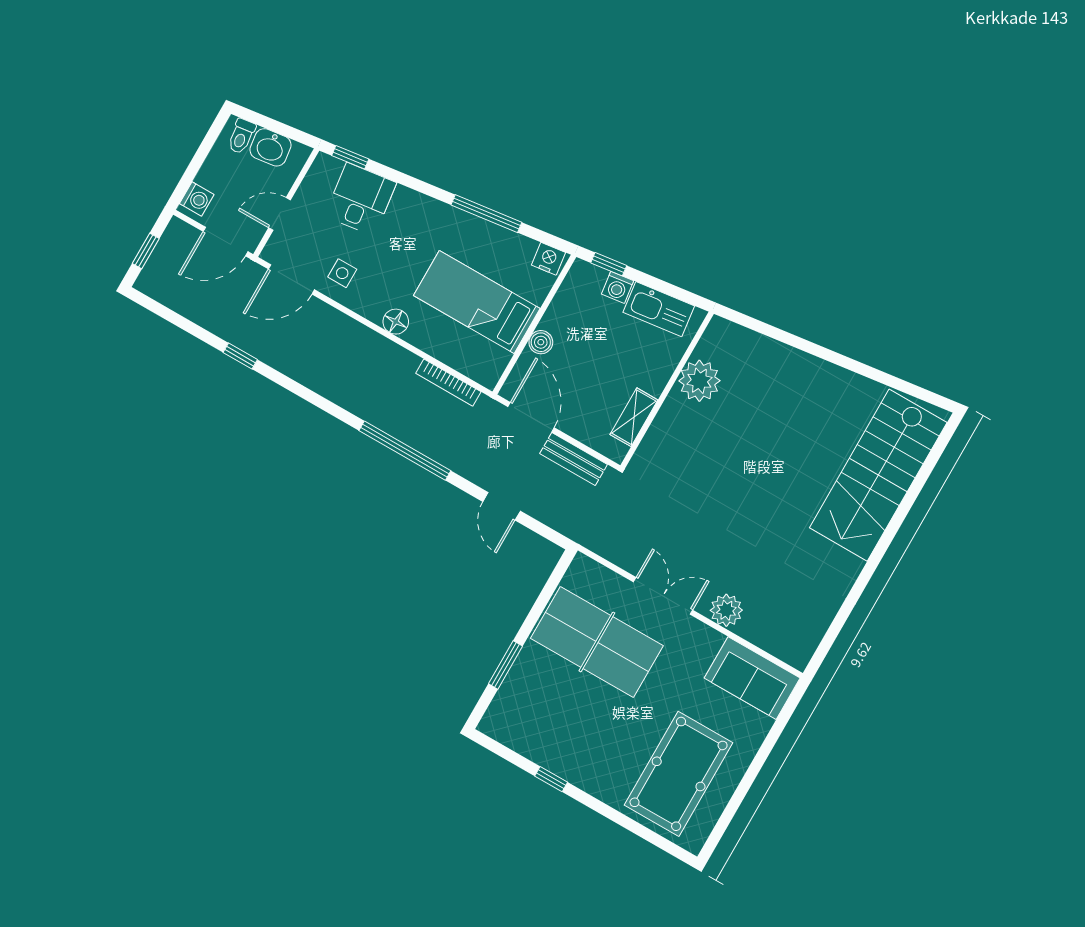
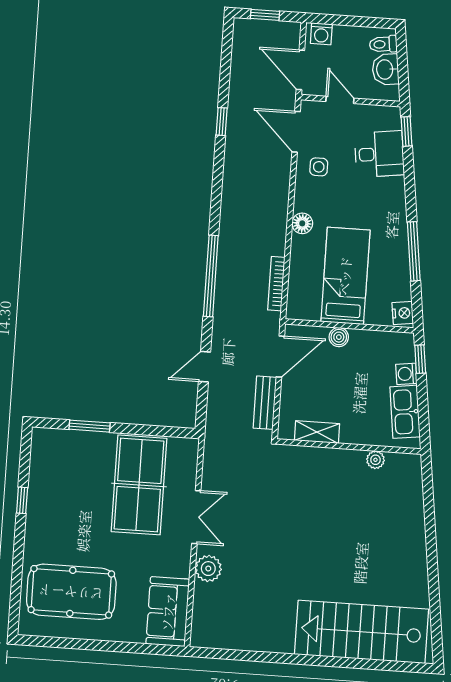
plant: (699, 381) -> (375, 460), width x0.53, depth x0.53

